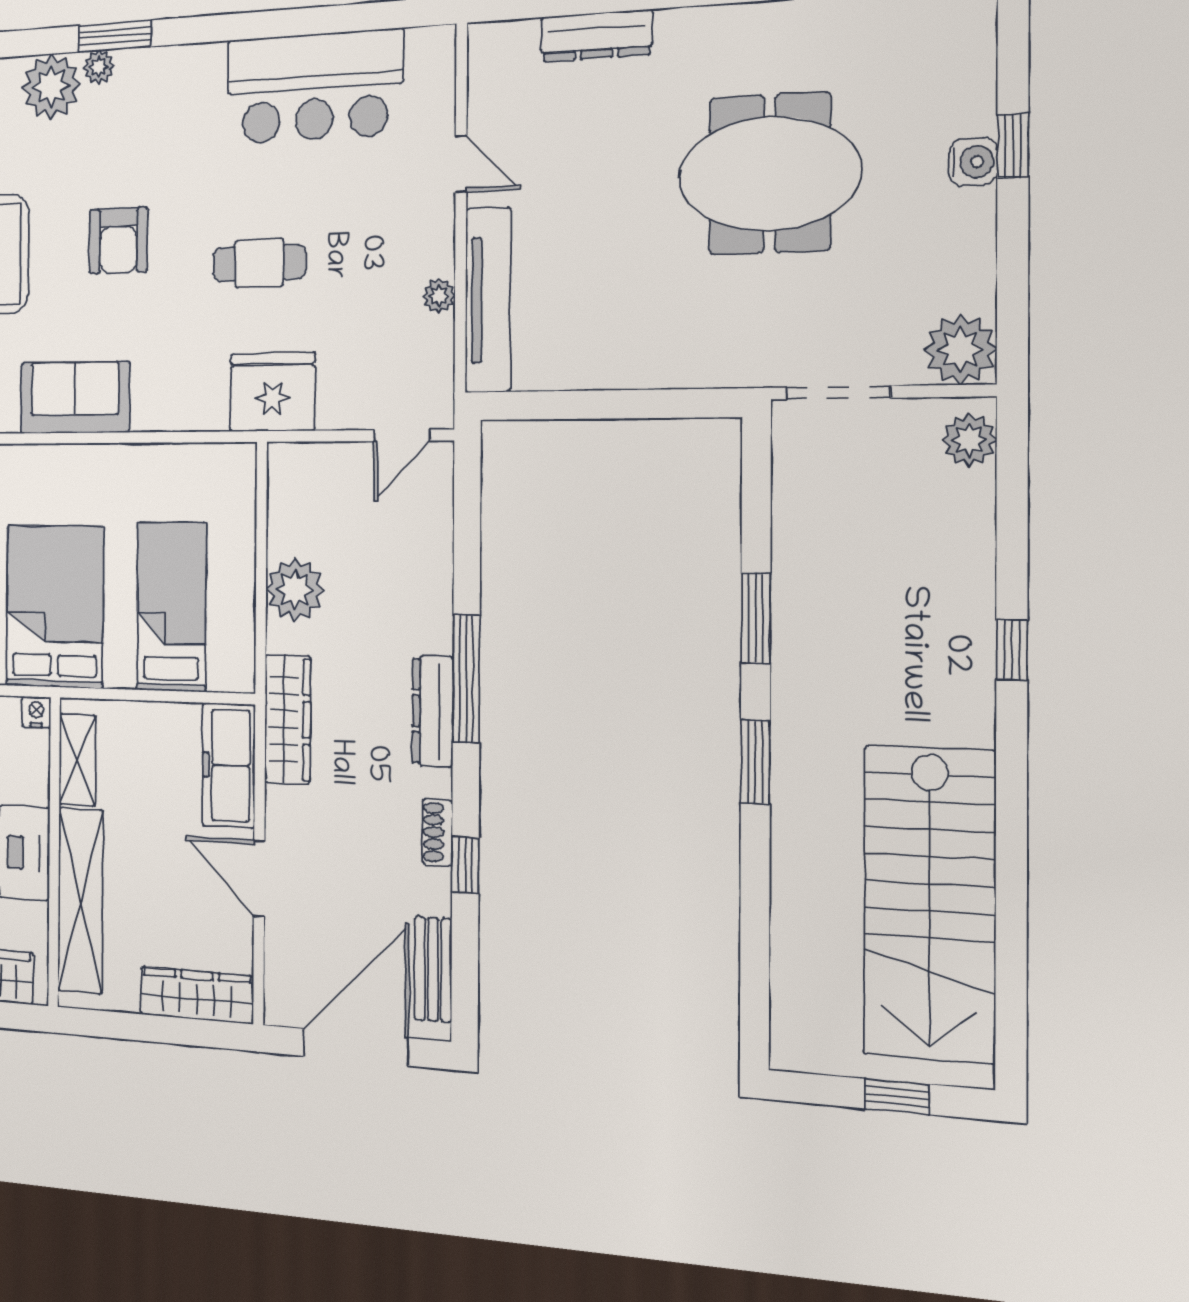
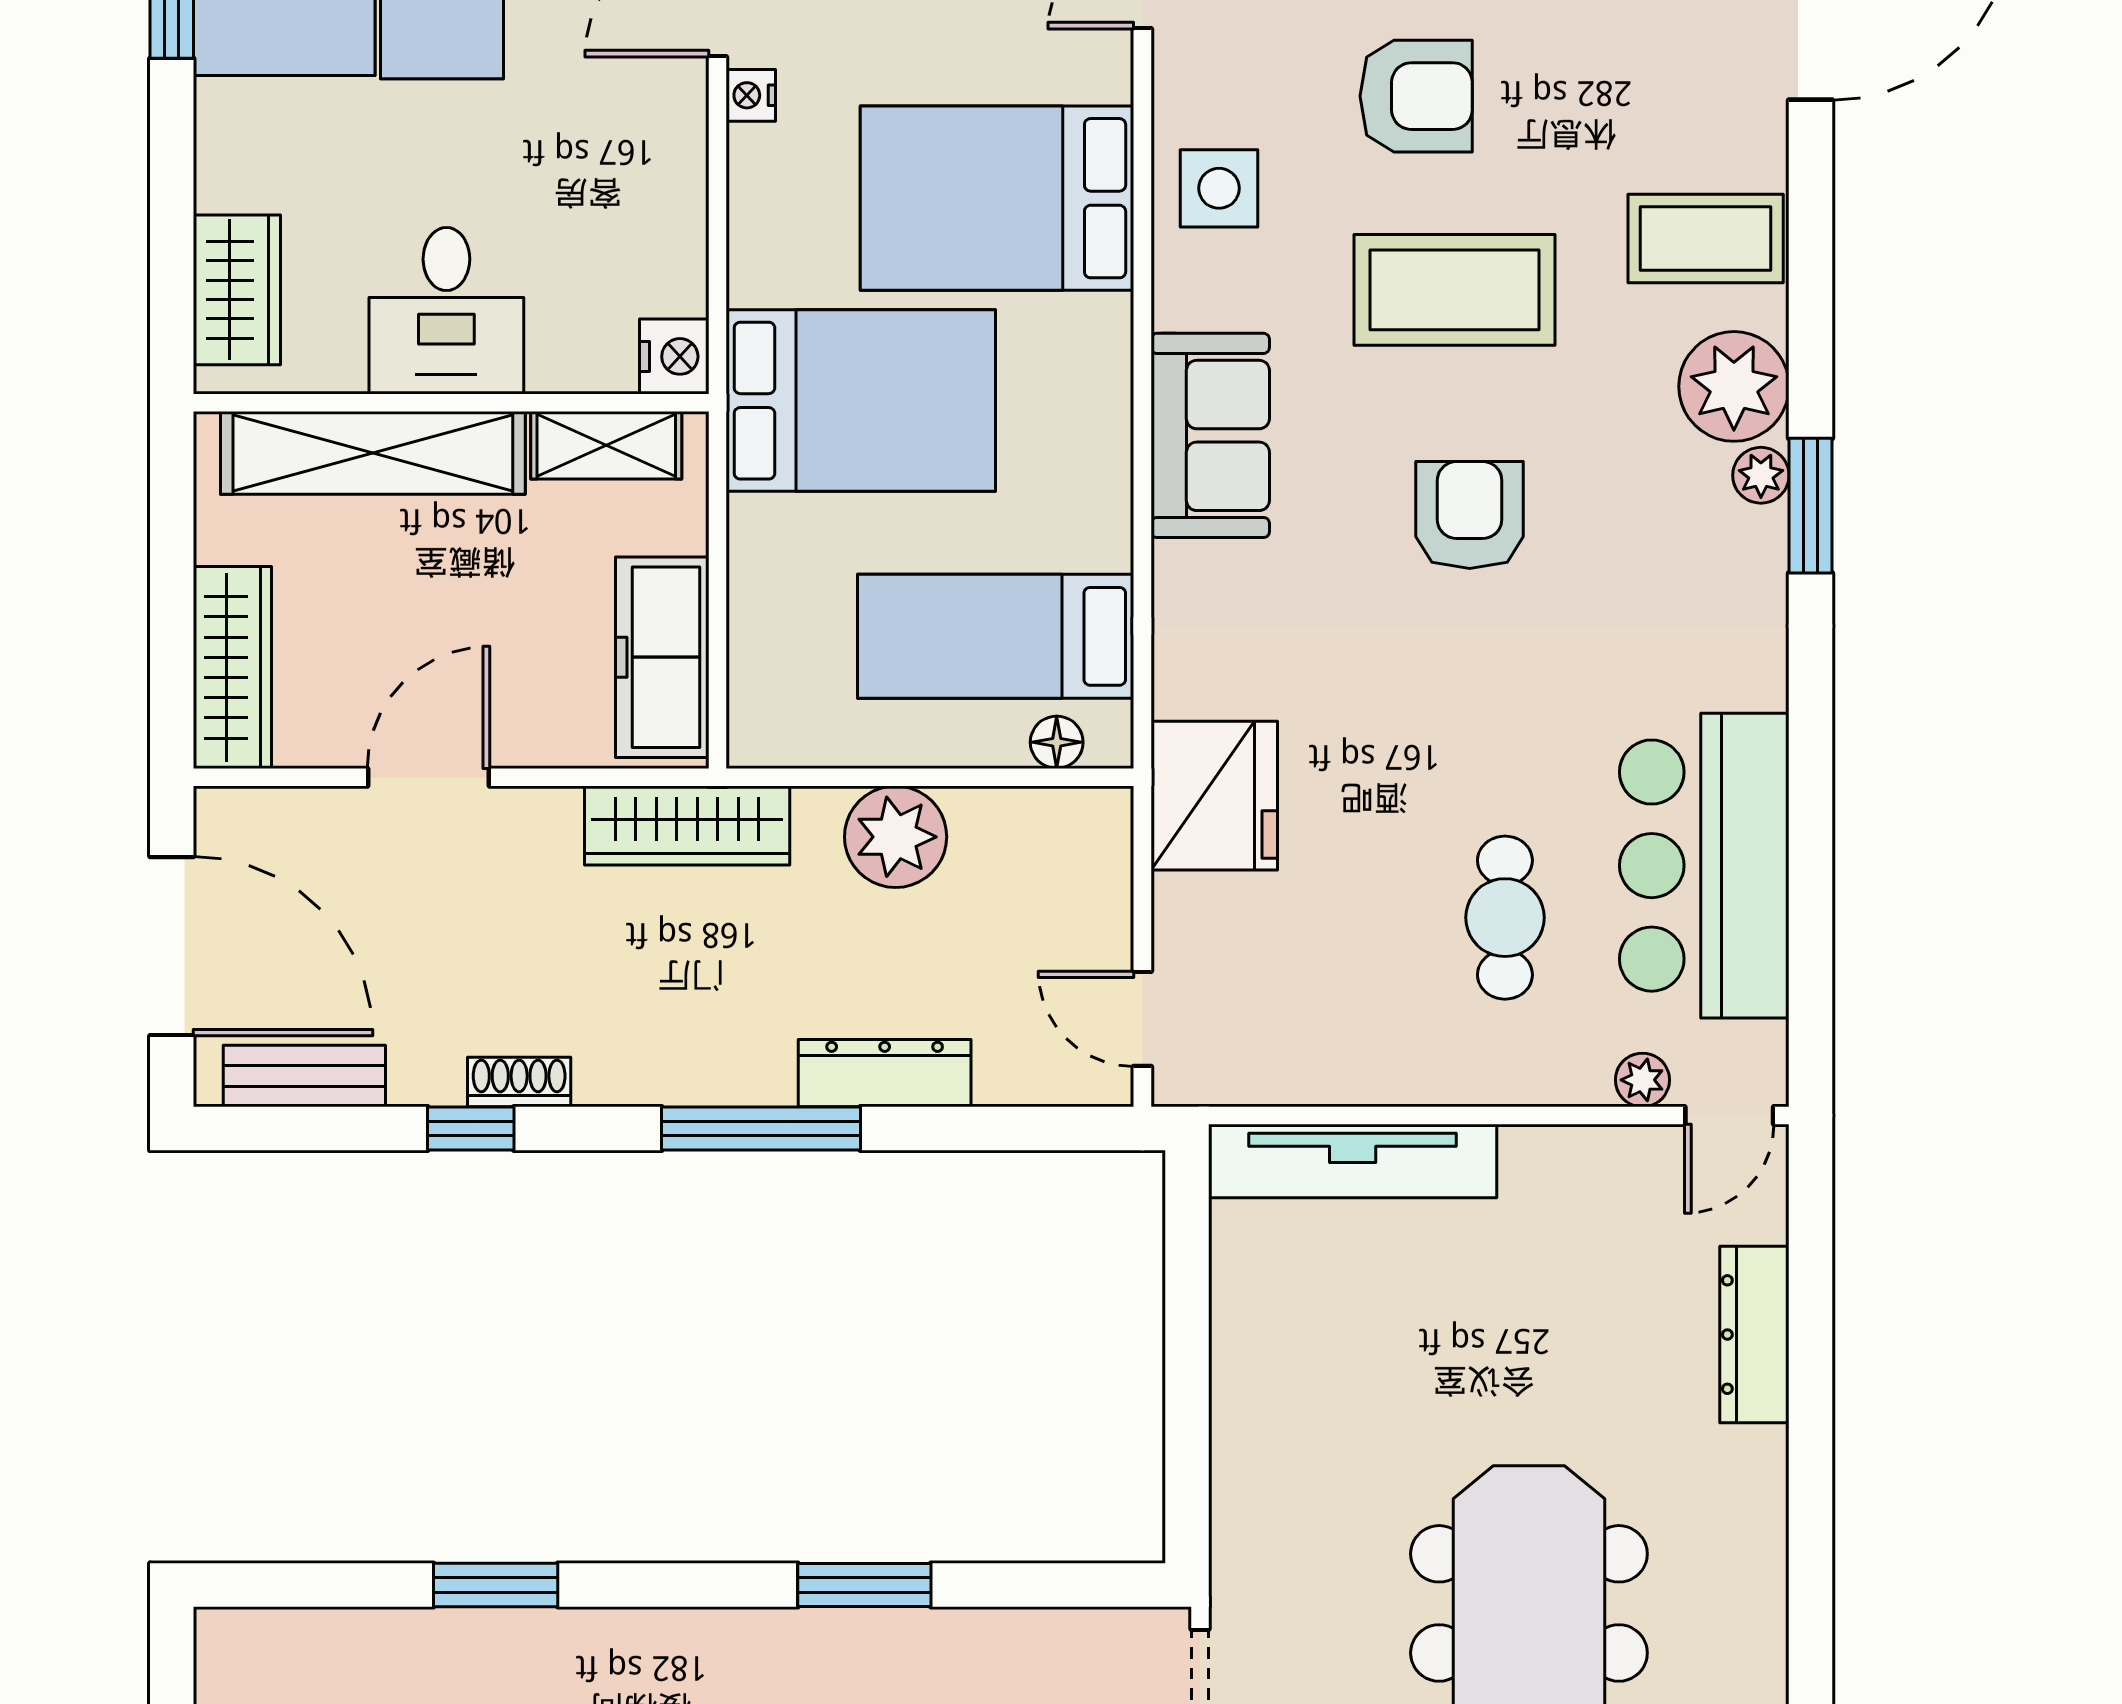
door: (461, 164) -> (1729, 1116), moved
armchair: (119, 241) -> (1470, 515), turned 90
cafe table: (259, 263) -> (1505, 918), moved
plant: (439, 296) -> (1642, 1080), moved
floor lamp: (242, 489) -> (1057, 742), added
bed: (172, 607) -> (996, 636), moved, turned 180
dresser: (433, 711) -> (885, 1073), moved
nightstand: (36, 712) -> (674, 356), width x1.39, depth x1.35
window: (755, 762) -> (496, 1585), moved
freezer: (229, 766) -> (662, 657), moved, turned -90

